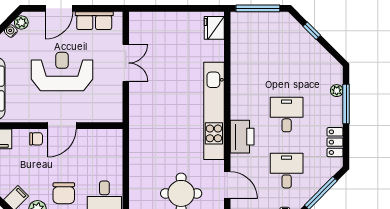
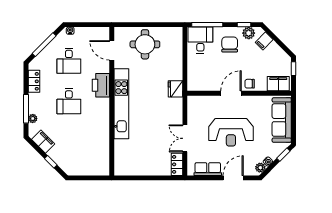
window: (258, 8) -> (90, 178), removed
locker: (137, 27) -> (177, 164), added
fridge: (214, 28) -> (175, 89), moved, turned 180
filing cabinet: (322, 59) -> (43, 142), added

